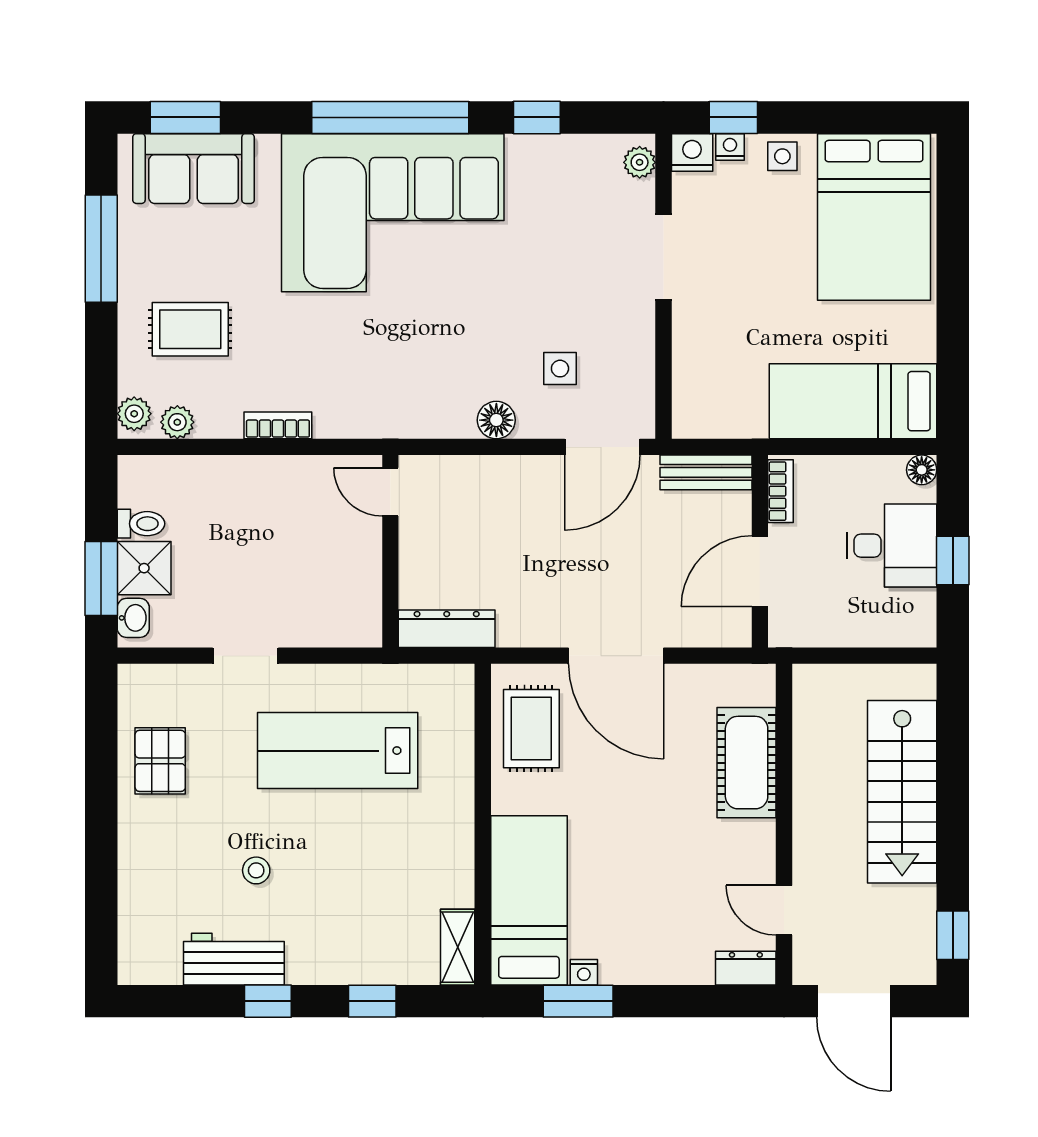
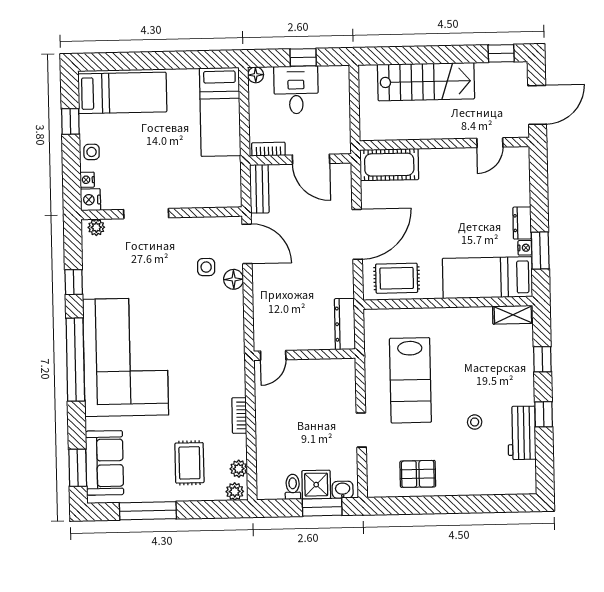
window: (733, 117) -> (70, 121), moved
bed: (874, 217) -> (122, 93), width x0.67
floor lamp: (496, 420) -> (234, 279), moved
cot: (747, 763) -> (389, 165), moved
dresser: (746, 968) -> (522, 223), moved

